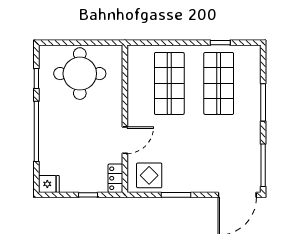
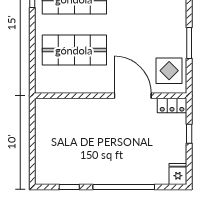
round table: (80, 74) -> (64, 142), removed
door: (125, 140) -> (133, 96), width x1.36

